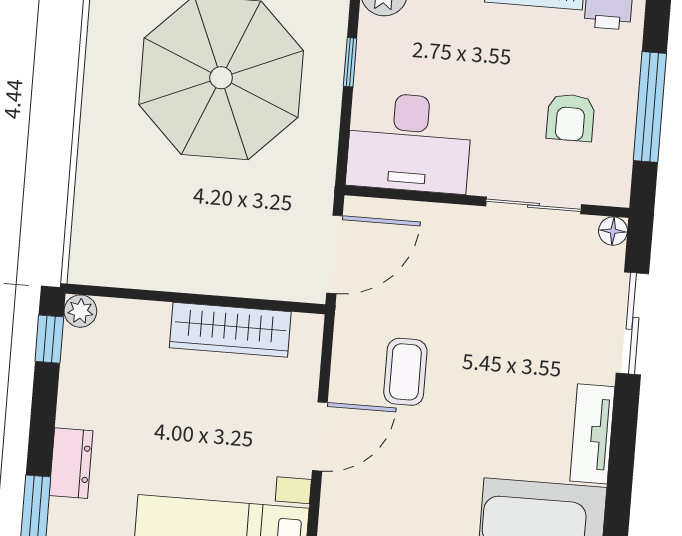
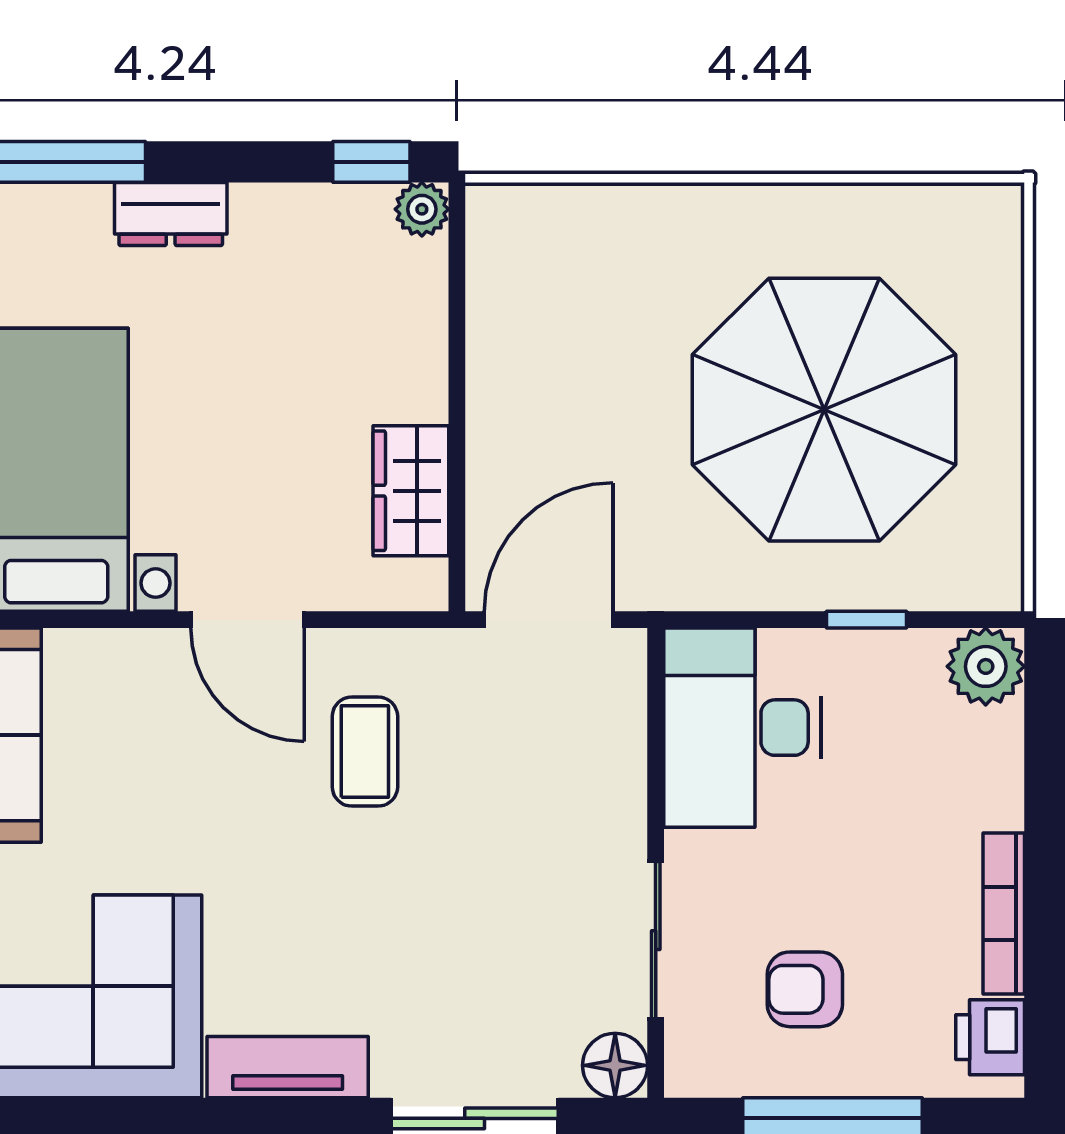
floor lamp: (613, 231) -> (615, 1065), width x1.37, depth x1.37
door: (335, 254) -> (549, 620), swing flipped
wardrobe: (230, 330) -> (411, 491), width x0.67
coffee table: (405, 372) -> (365, 752), turned 90

